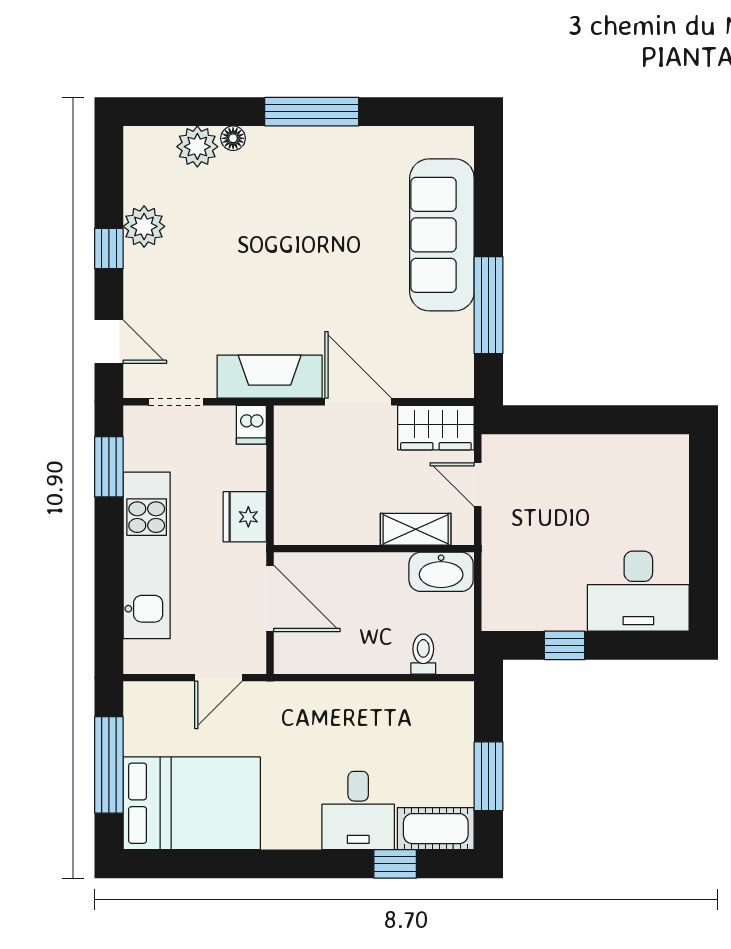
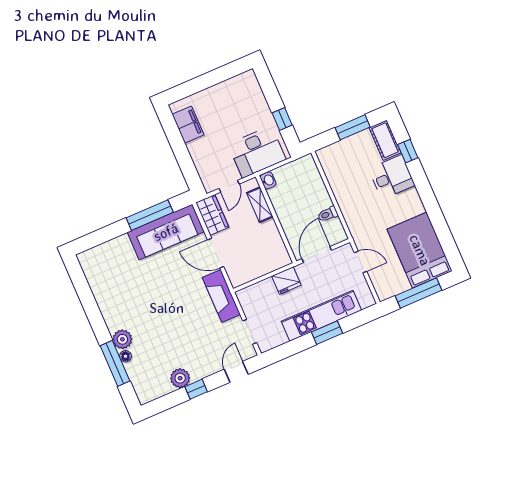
window: (312, 112) -> (115, 363), moved
plant: (197, 147) -> (122, 339), moved
sofa: (442, 235) -> (166, 232), moved
door: (358, 402) -> (216, 253), hinge flipped
dishwasher: (251, 425) -> (245, 295), removed
filing cabinet: (633, 457) -> (188, 125), added
window: (109, 467) -> (327, 333), moved
washbasin: (441, 572) -> (268, 180), width x0.52, depth x0.69
desk: (638, 591) -> (257, 152), moved, turned 90
toilet: (423, 654) -> (328, 214), moved

